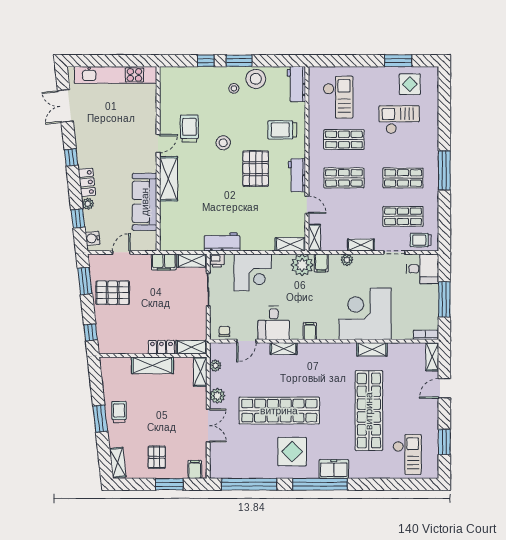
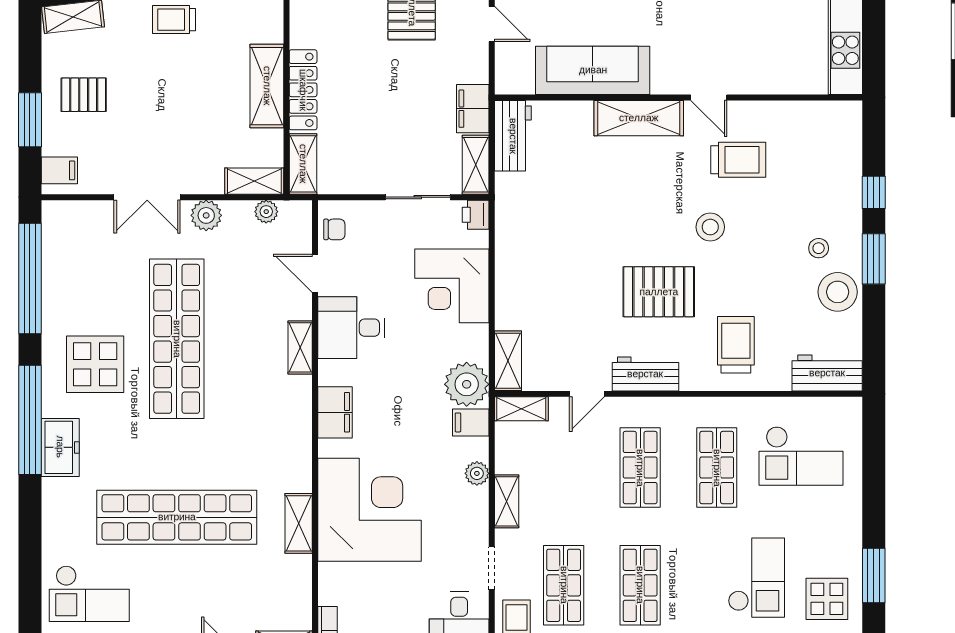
workbench: (222, 242) -> (513, 136), moved
filing cabinet: (310, 331) -> (335, 412), width x2.00
locker: (161, 347) -> (303, 90), width x1.53
trolley: (119, 412) -> (174, 20), turned 180

